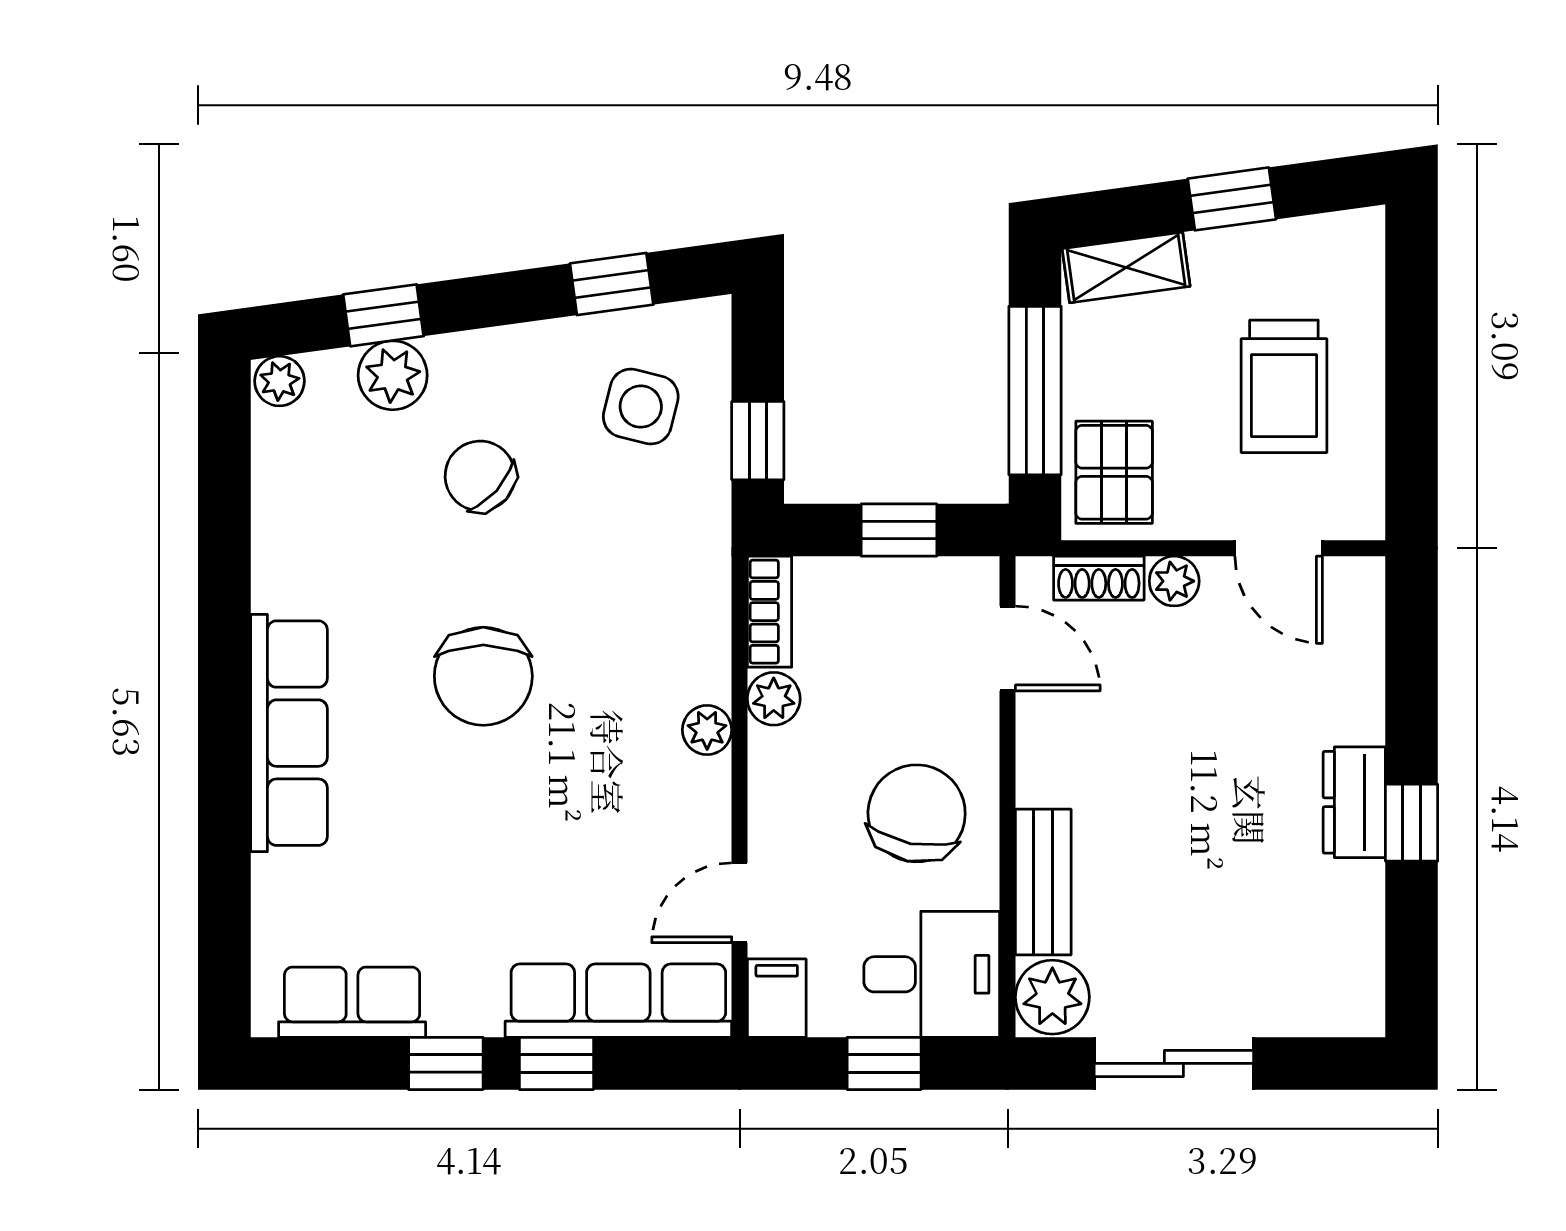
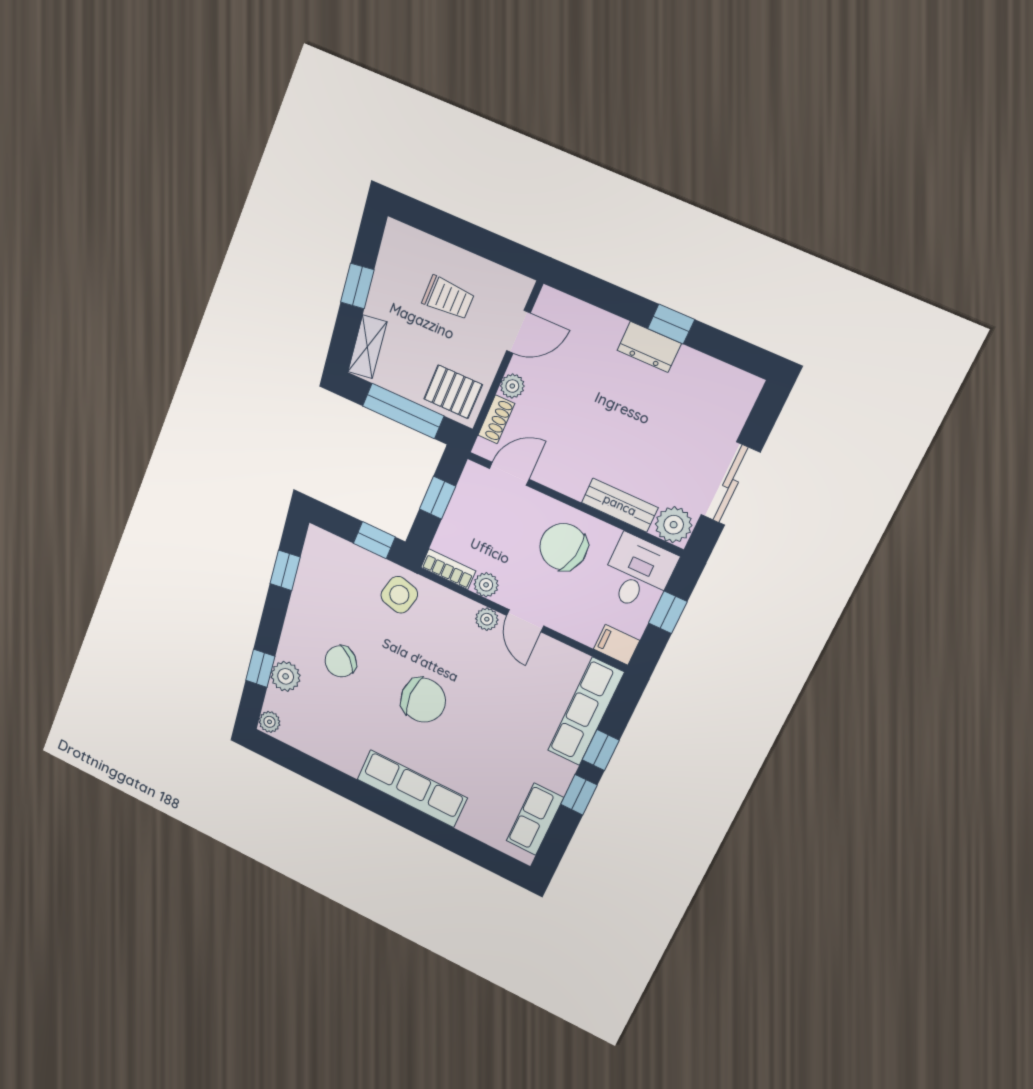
trolley: (1284, 386) -> (448, 298), width x0.73, depth x0.72
side table: (641, 407) -> (399, 595), moved
door: (740, 903) -> (525, 621), moved

